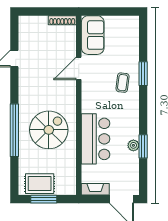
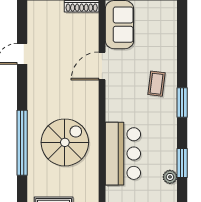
window: (143, 74) -> (182, 103), moved
plant: (133, 145) -> (170, 177), moved

